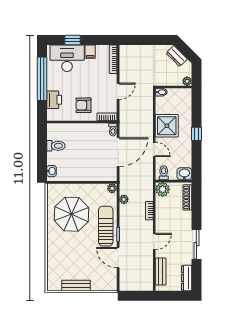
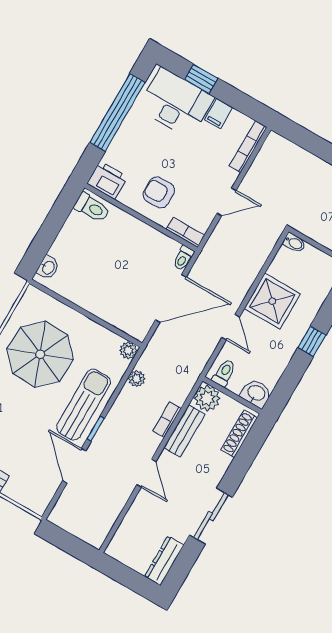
printer: (54, 100) -> (107, 180), moved, turned -90
toilet: (56, 146) -> (92, 208), moved
door: (154, 241) -> (146, 473), hinge flipped
bench: (161, 271) -> (184, 431), moved

